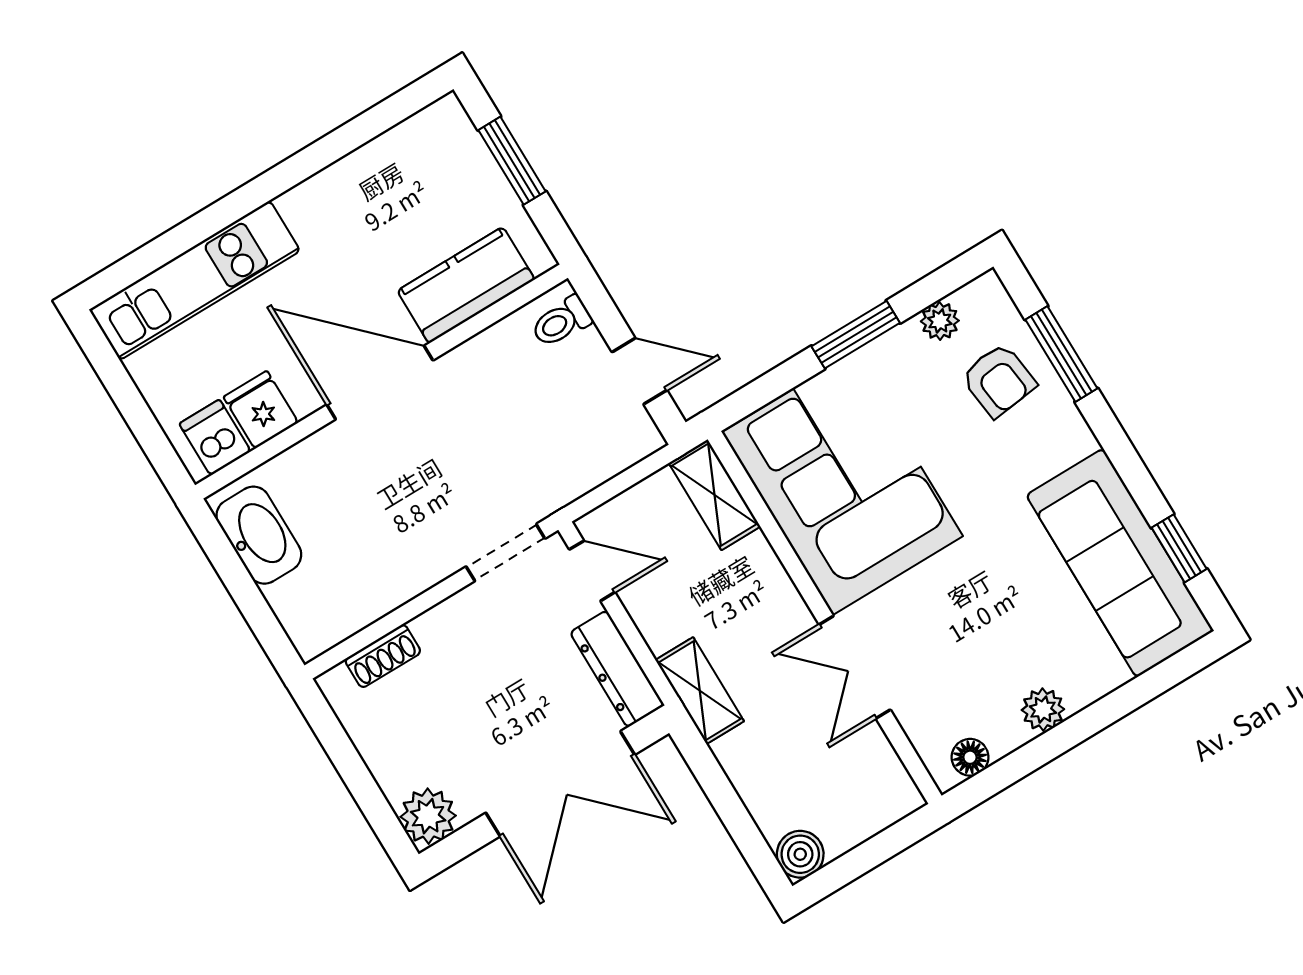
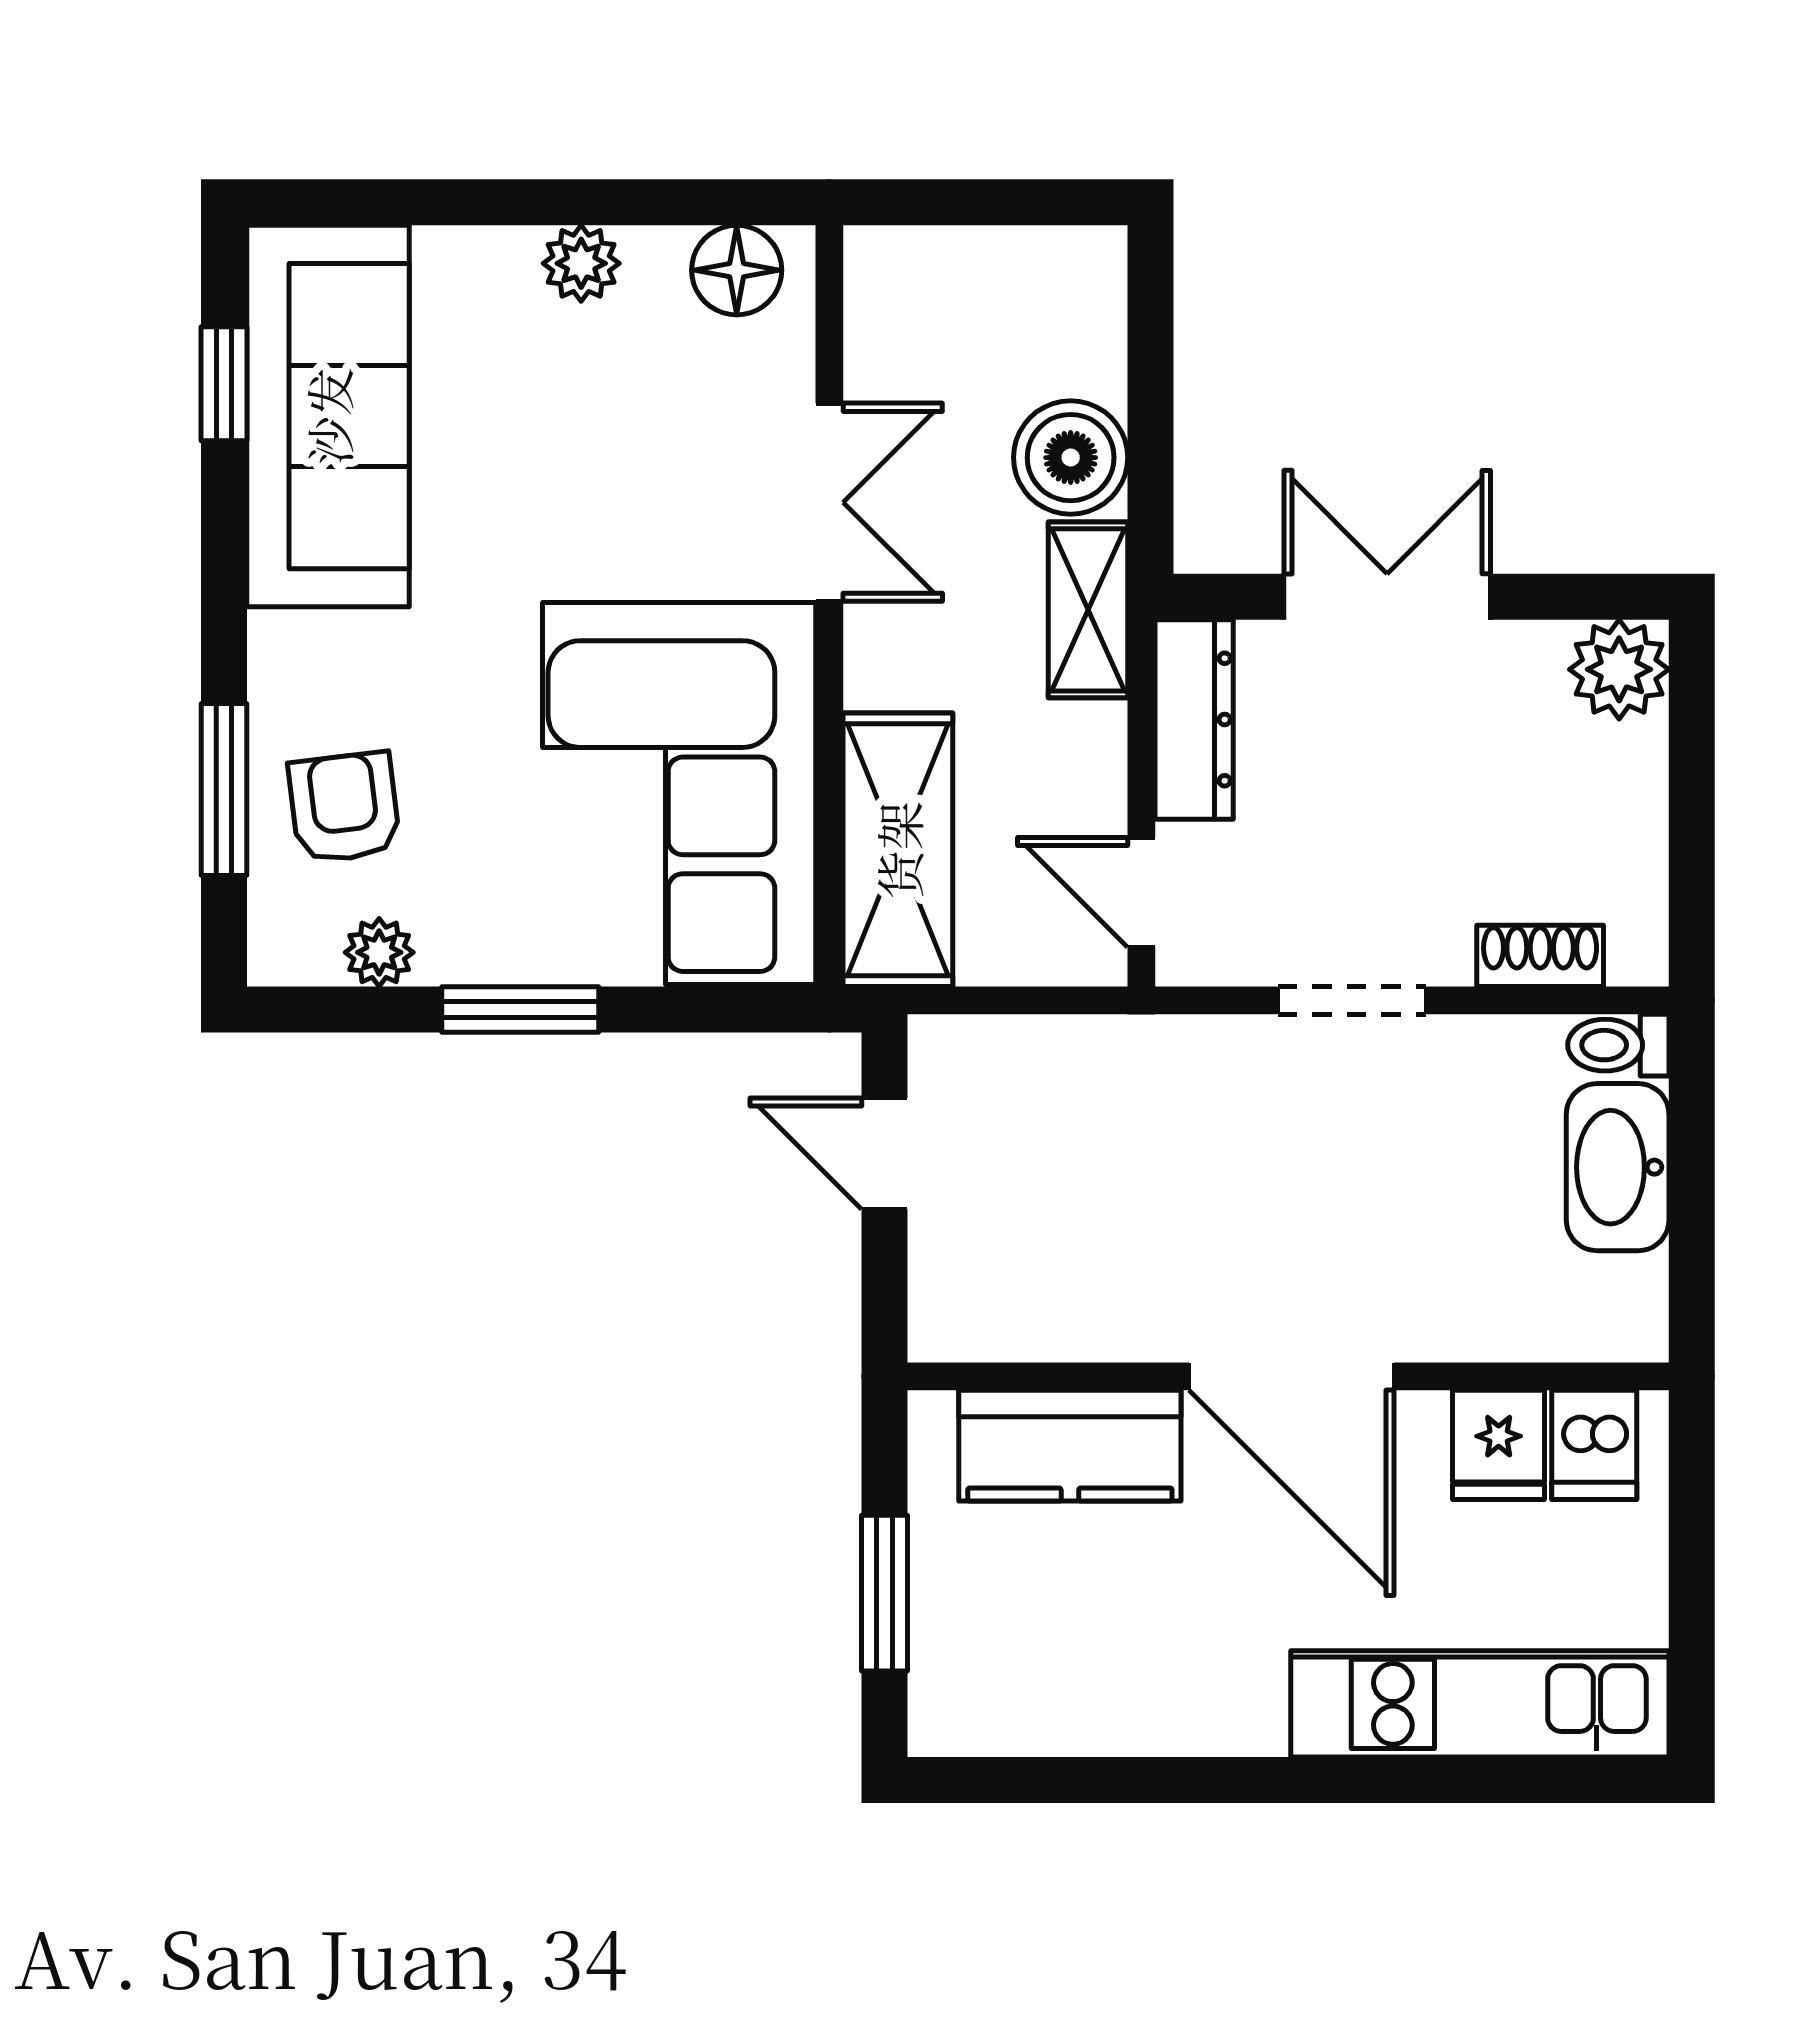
toilet: (561, 322) -> (1618, 1045), moved, turned 180
shelving: (714, 495) -> (898, 850), width x1.50, depth x1.33
washbasin: (259, 535) -> (1618, 1167), moved
doorway: (506, 553) -> (1352, 1000), moved
floor lamp: (970, 757) -> (737, 270), width x1.37, depth x1.37
double door: (560, 784) -> (1387, 597), width x0.73
boiler: (800, 854) -> (1071, 458), moved, width x1.36, depth x1.36

